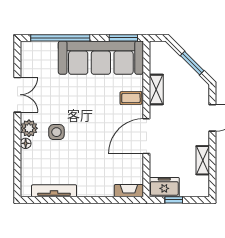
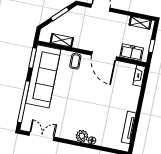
shelving: (156, 89) -> (62, 40), moved
double door: (17, 95) -> (42, 136), moved
side table: (56, 132) -> (88, 118), removed
shelving: (203, 160) -> (140, 23), moved
freezer: (164, 187) -> (132, 52), moved, turned 90

